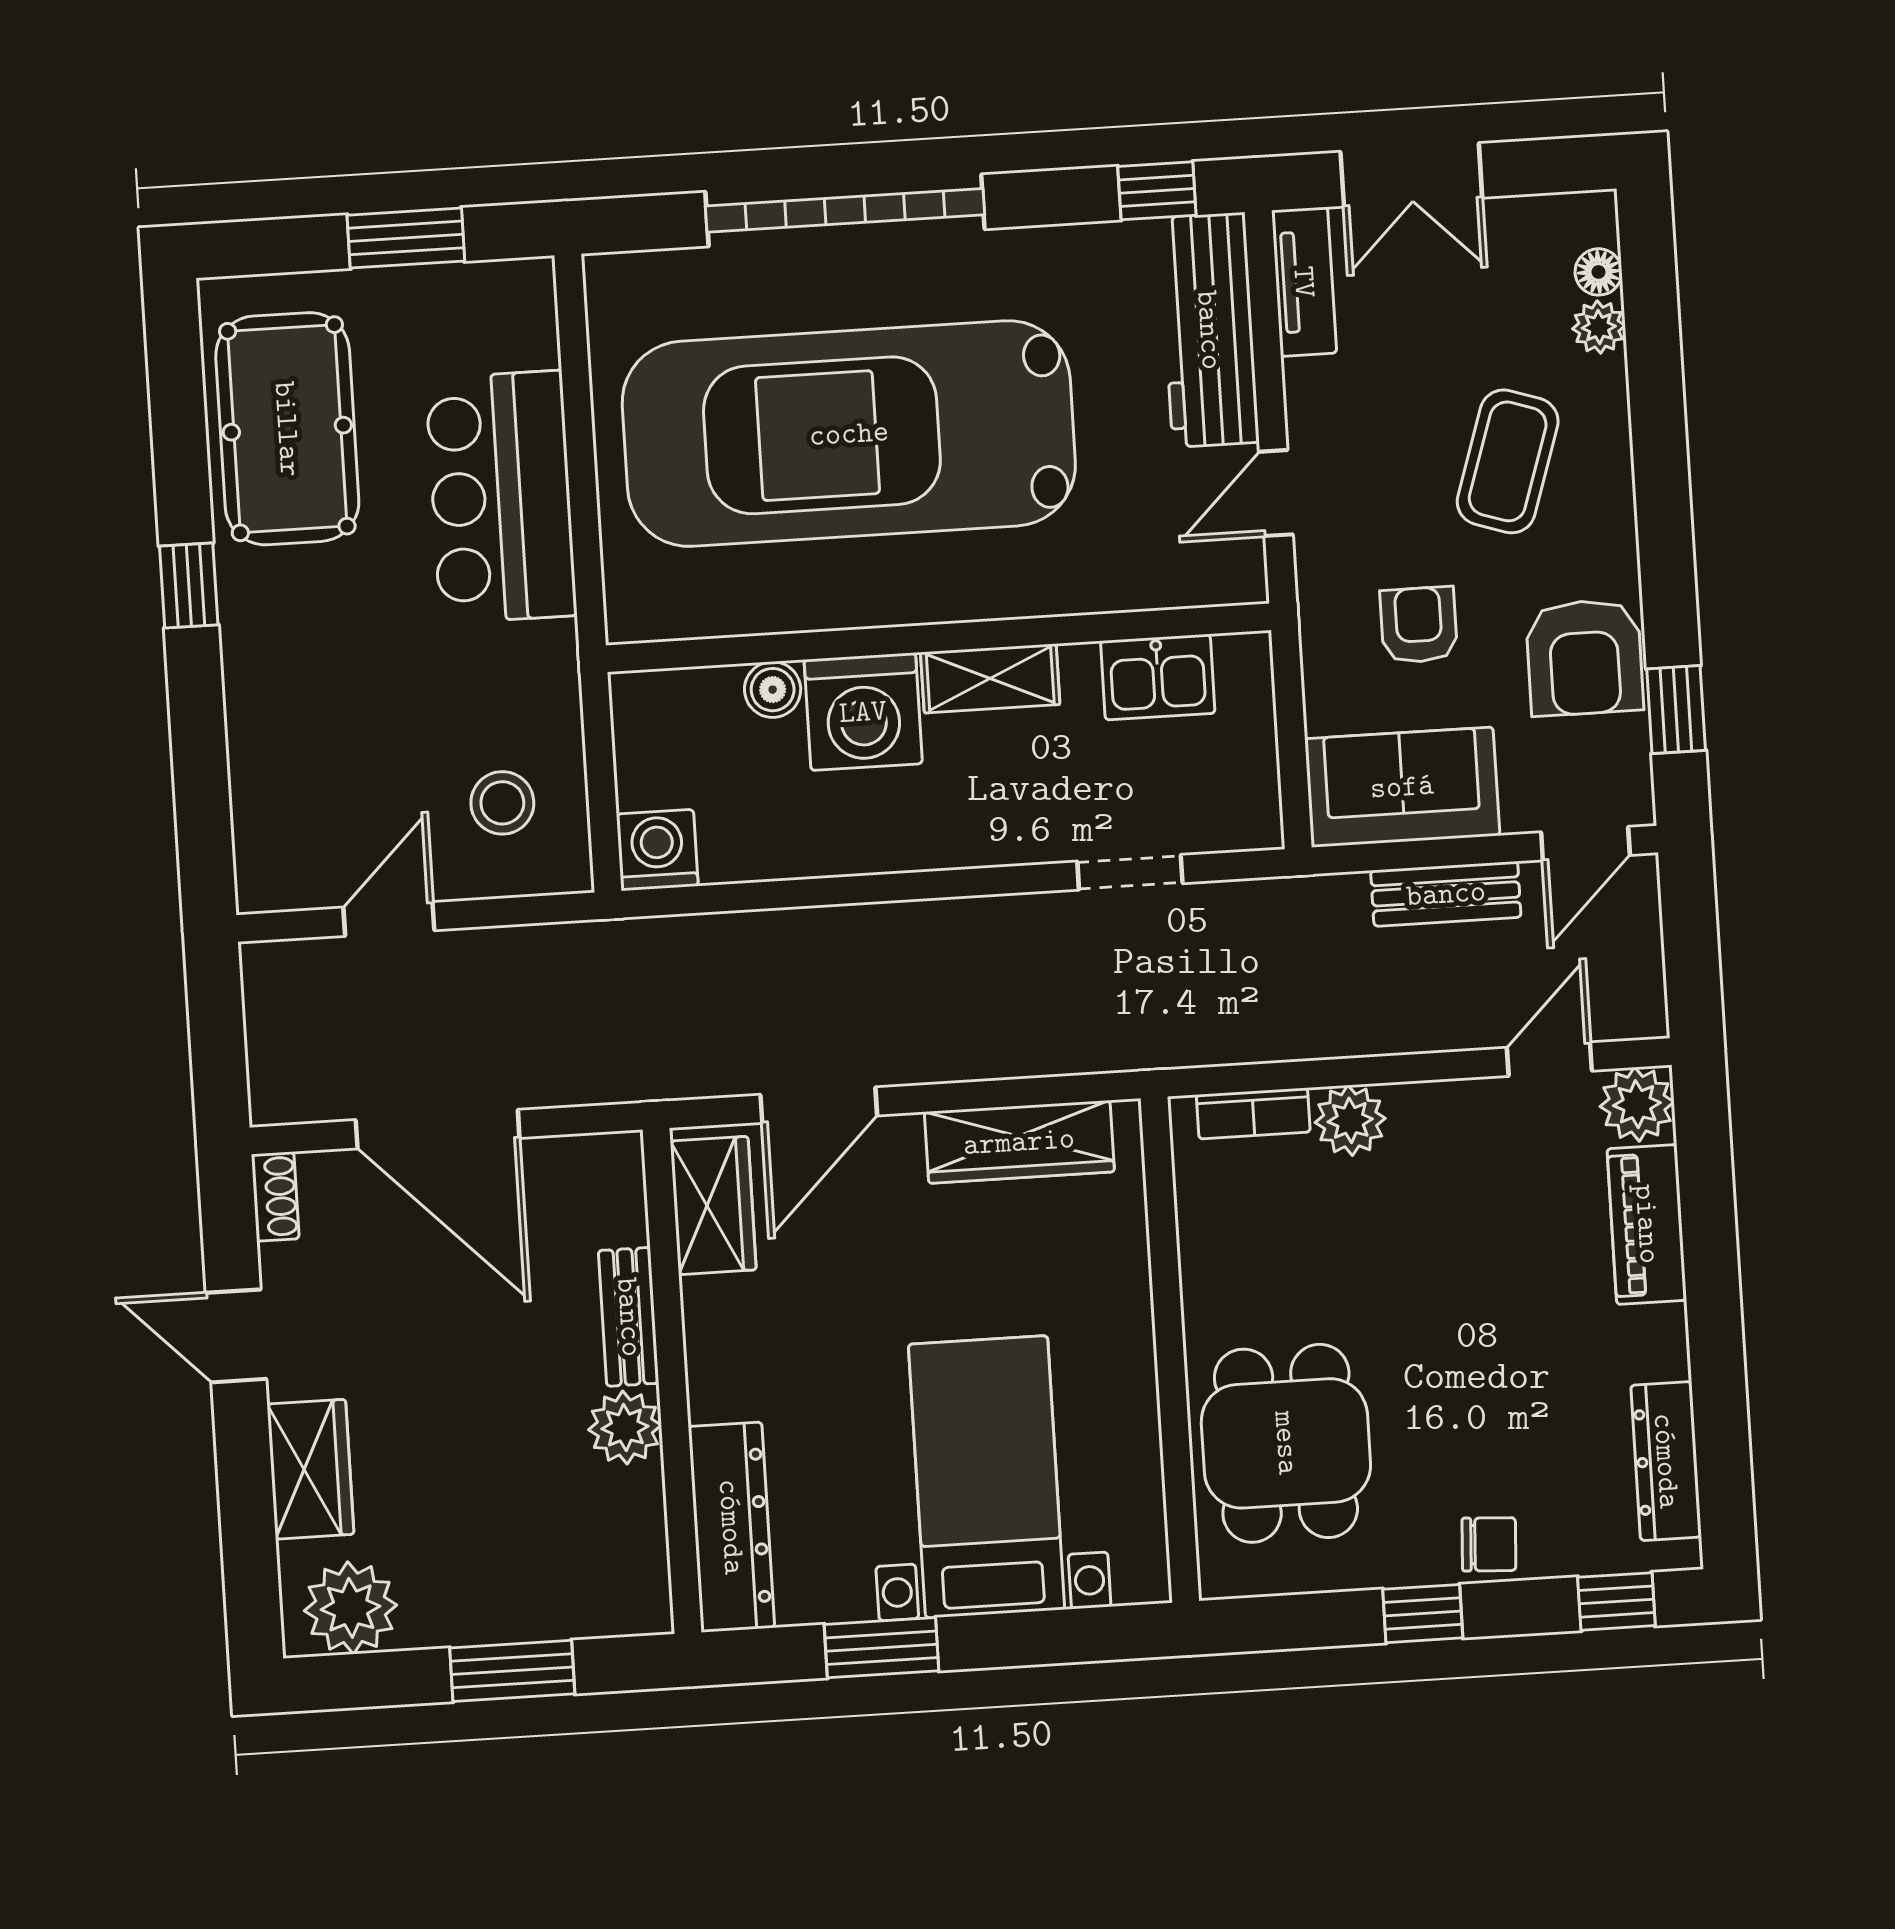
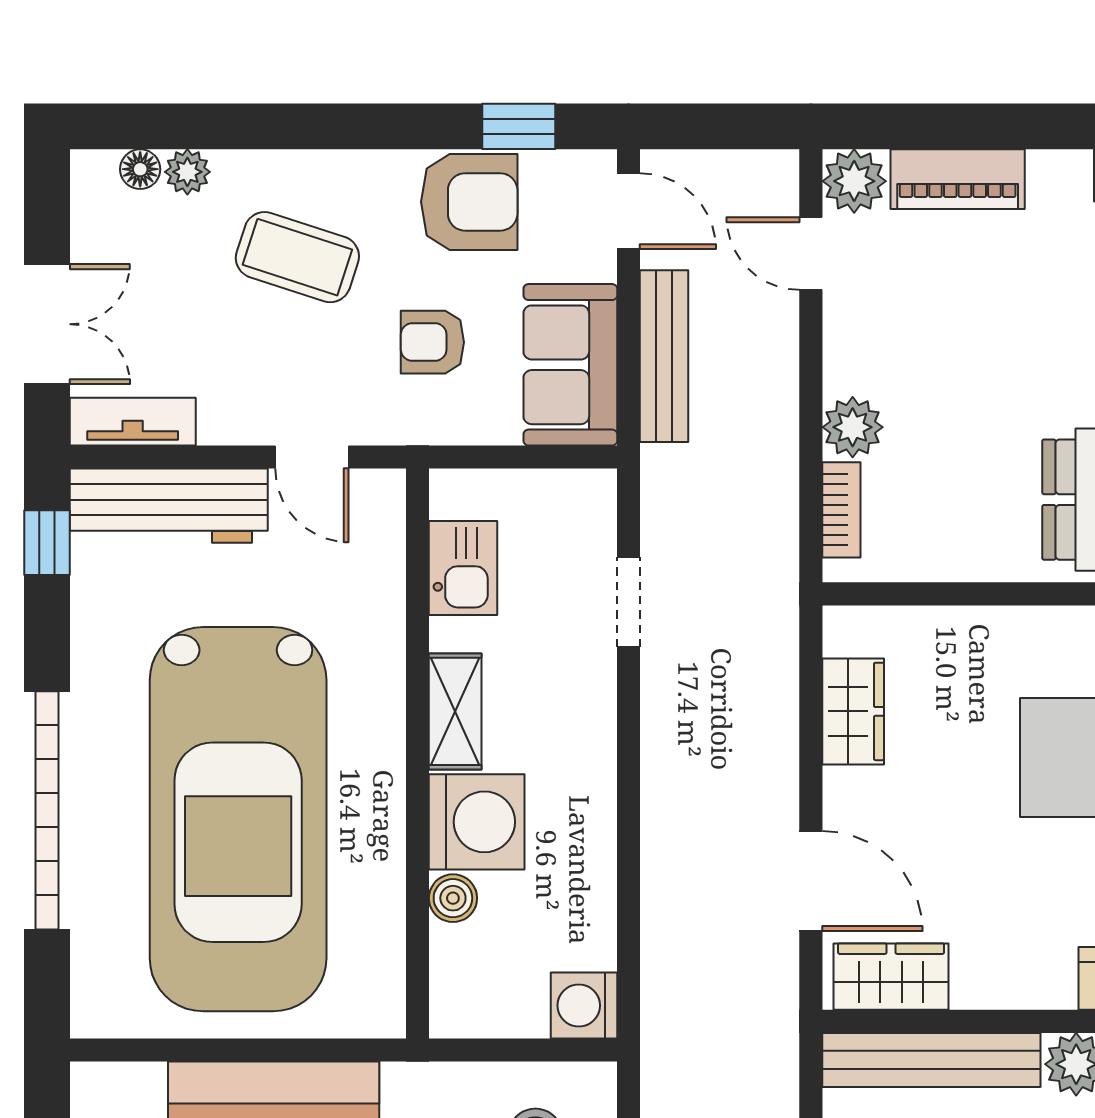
bench: (1446, 894) -> (664, 356), width x1.36
wardrobe: (1019, 1142) -> (853, 711), width x0.67
bench: (629, 1317) -> (931, 1060), width x1.86, depth x1.21

